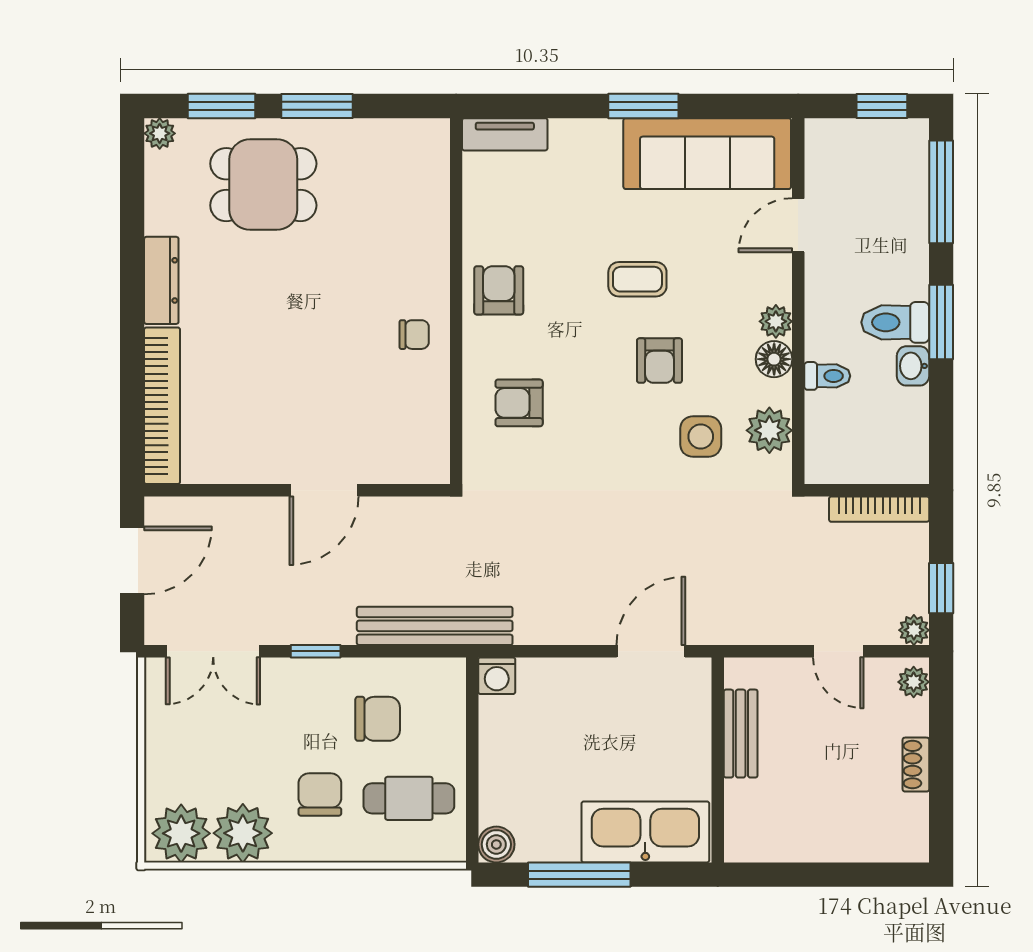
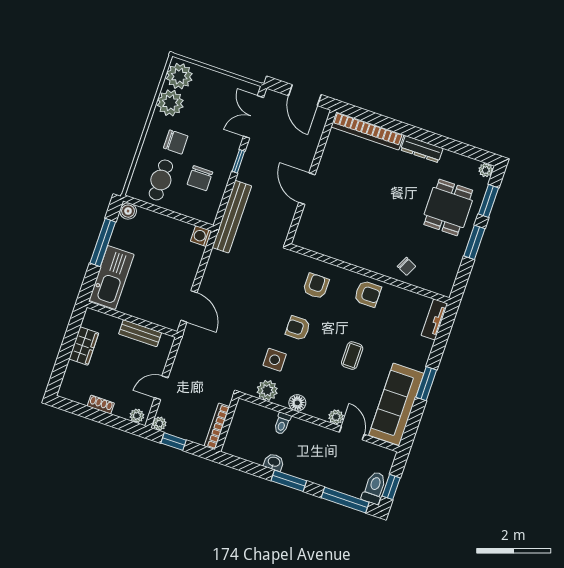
plant: (776, 321) -> (336, 417), moved
toilet: (895, 322) -> (374, 488), moved
chair: (414, 335) -> (406, 266), moved, turned -64
armchair: (659, 361) -> (298, 328), moved
wardrobe: (807, 841) -> (84, 346), added

